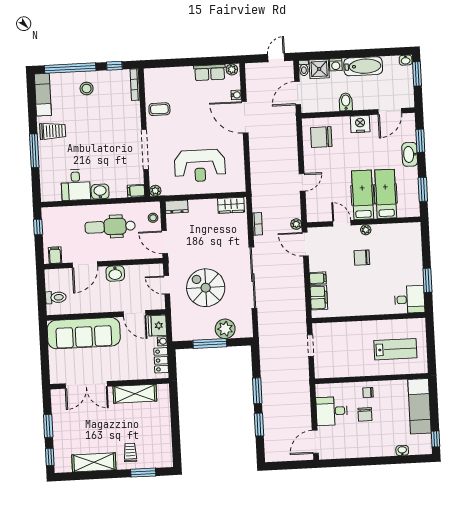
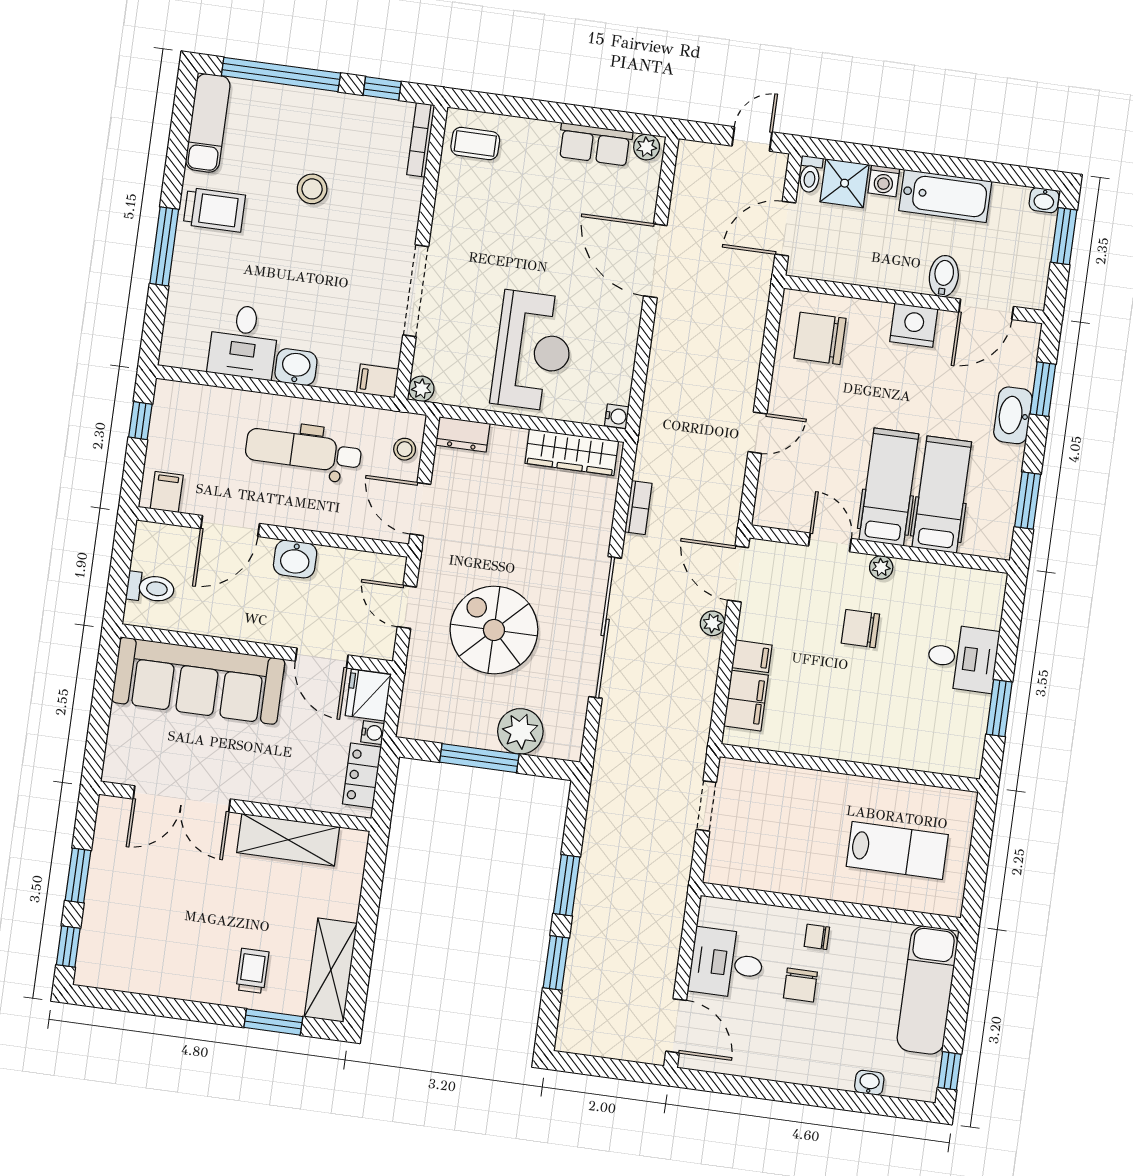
stool: (87, 88) -> (312, 189), moved
water cooler: (236, 95) -> (617, 416), moved
bidet: (346, 102) -> (944, 276), moved
coffee table: (159, 109) -> (475, 144), moved
reception desk: (200, 166) -> (533, 351), turned -90
wardrobe: (231, 205) -> (572, 452), width x1.50
plant: (296, 224) -> (713, 623), moved
desk: (410, 299) -> (962, 658), moved
door: (315, 442) -> (676, 1026), swing flipped
shelving: (94, 462) -> (331, 970), moved, turned 90

